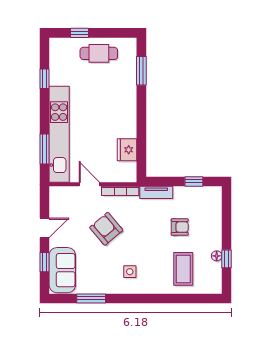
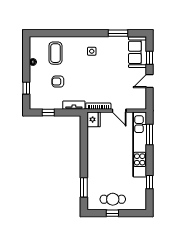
window: (80, 33) -> (112, 213), moved
fridge: (127, 150) -> (94, 119), moved
armchair: (106, 229) -> (108, 80), removed
window: (226, 259) -> (26, 88), moved

